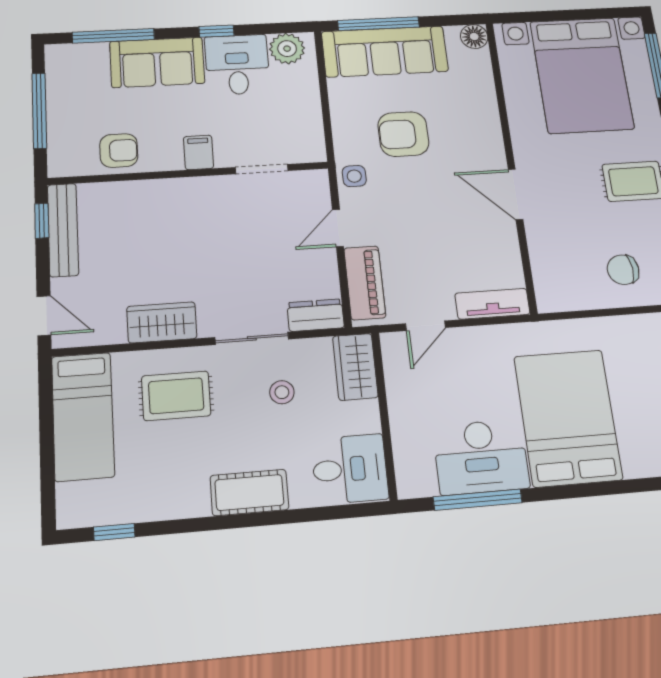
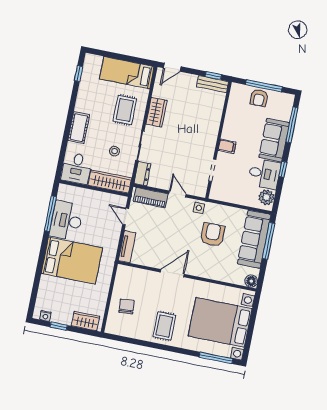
armchair: (119, 151) -> (259, 98), moved
bench: (63, 230) -> (213, 84), width x0.73
wardrobe: (355, 367) -> (110, 182), width x1.50

